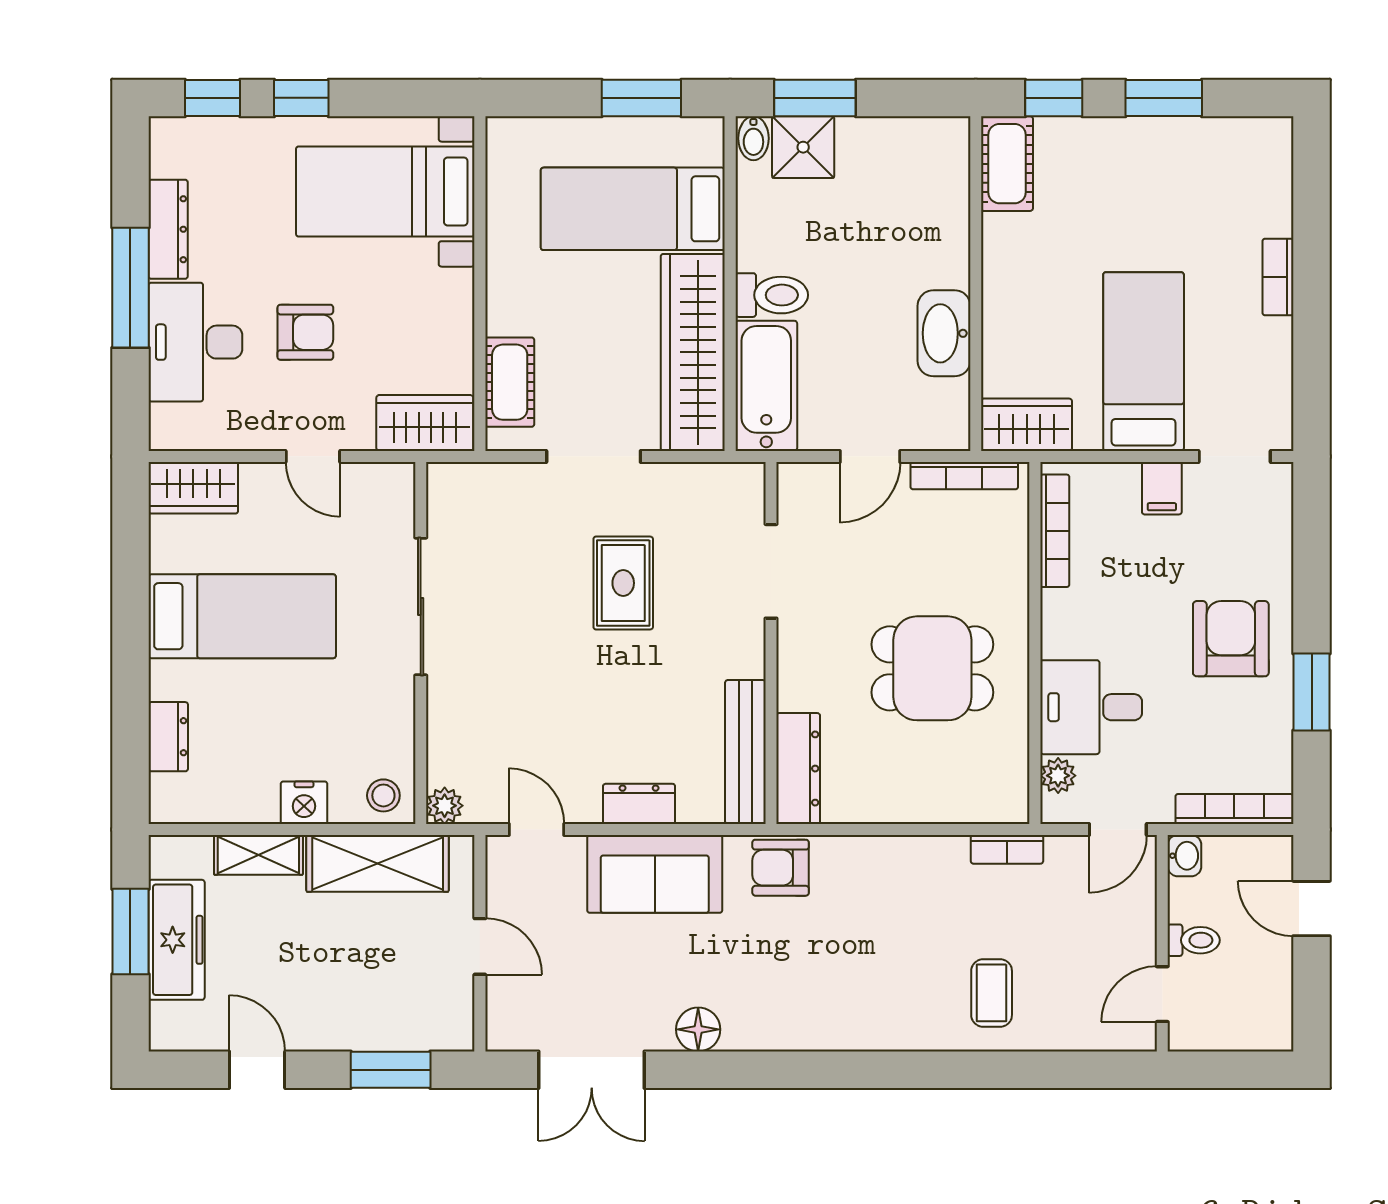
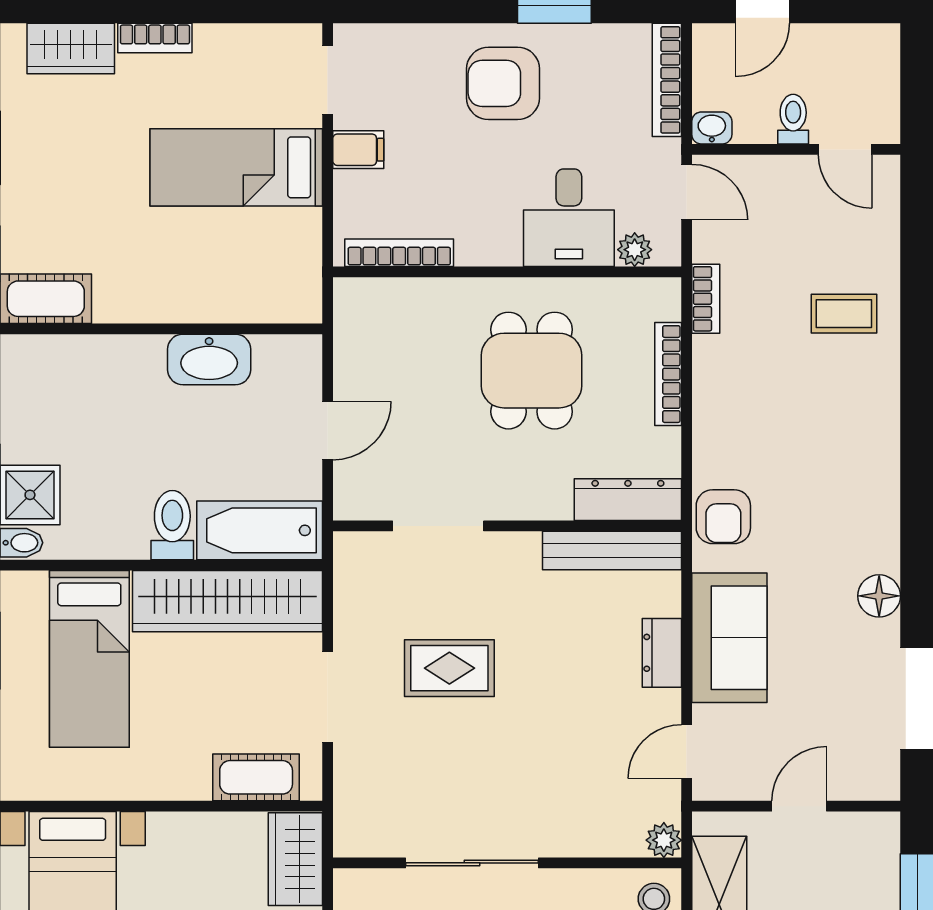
wardrobe: (1027, 425) -> (71, 49), moved, turned -90
door: (870, 456) -> (328, 431), hinge flipped
bookcase: (964, 476) -> (668, 374), moved, turned 180

